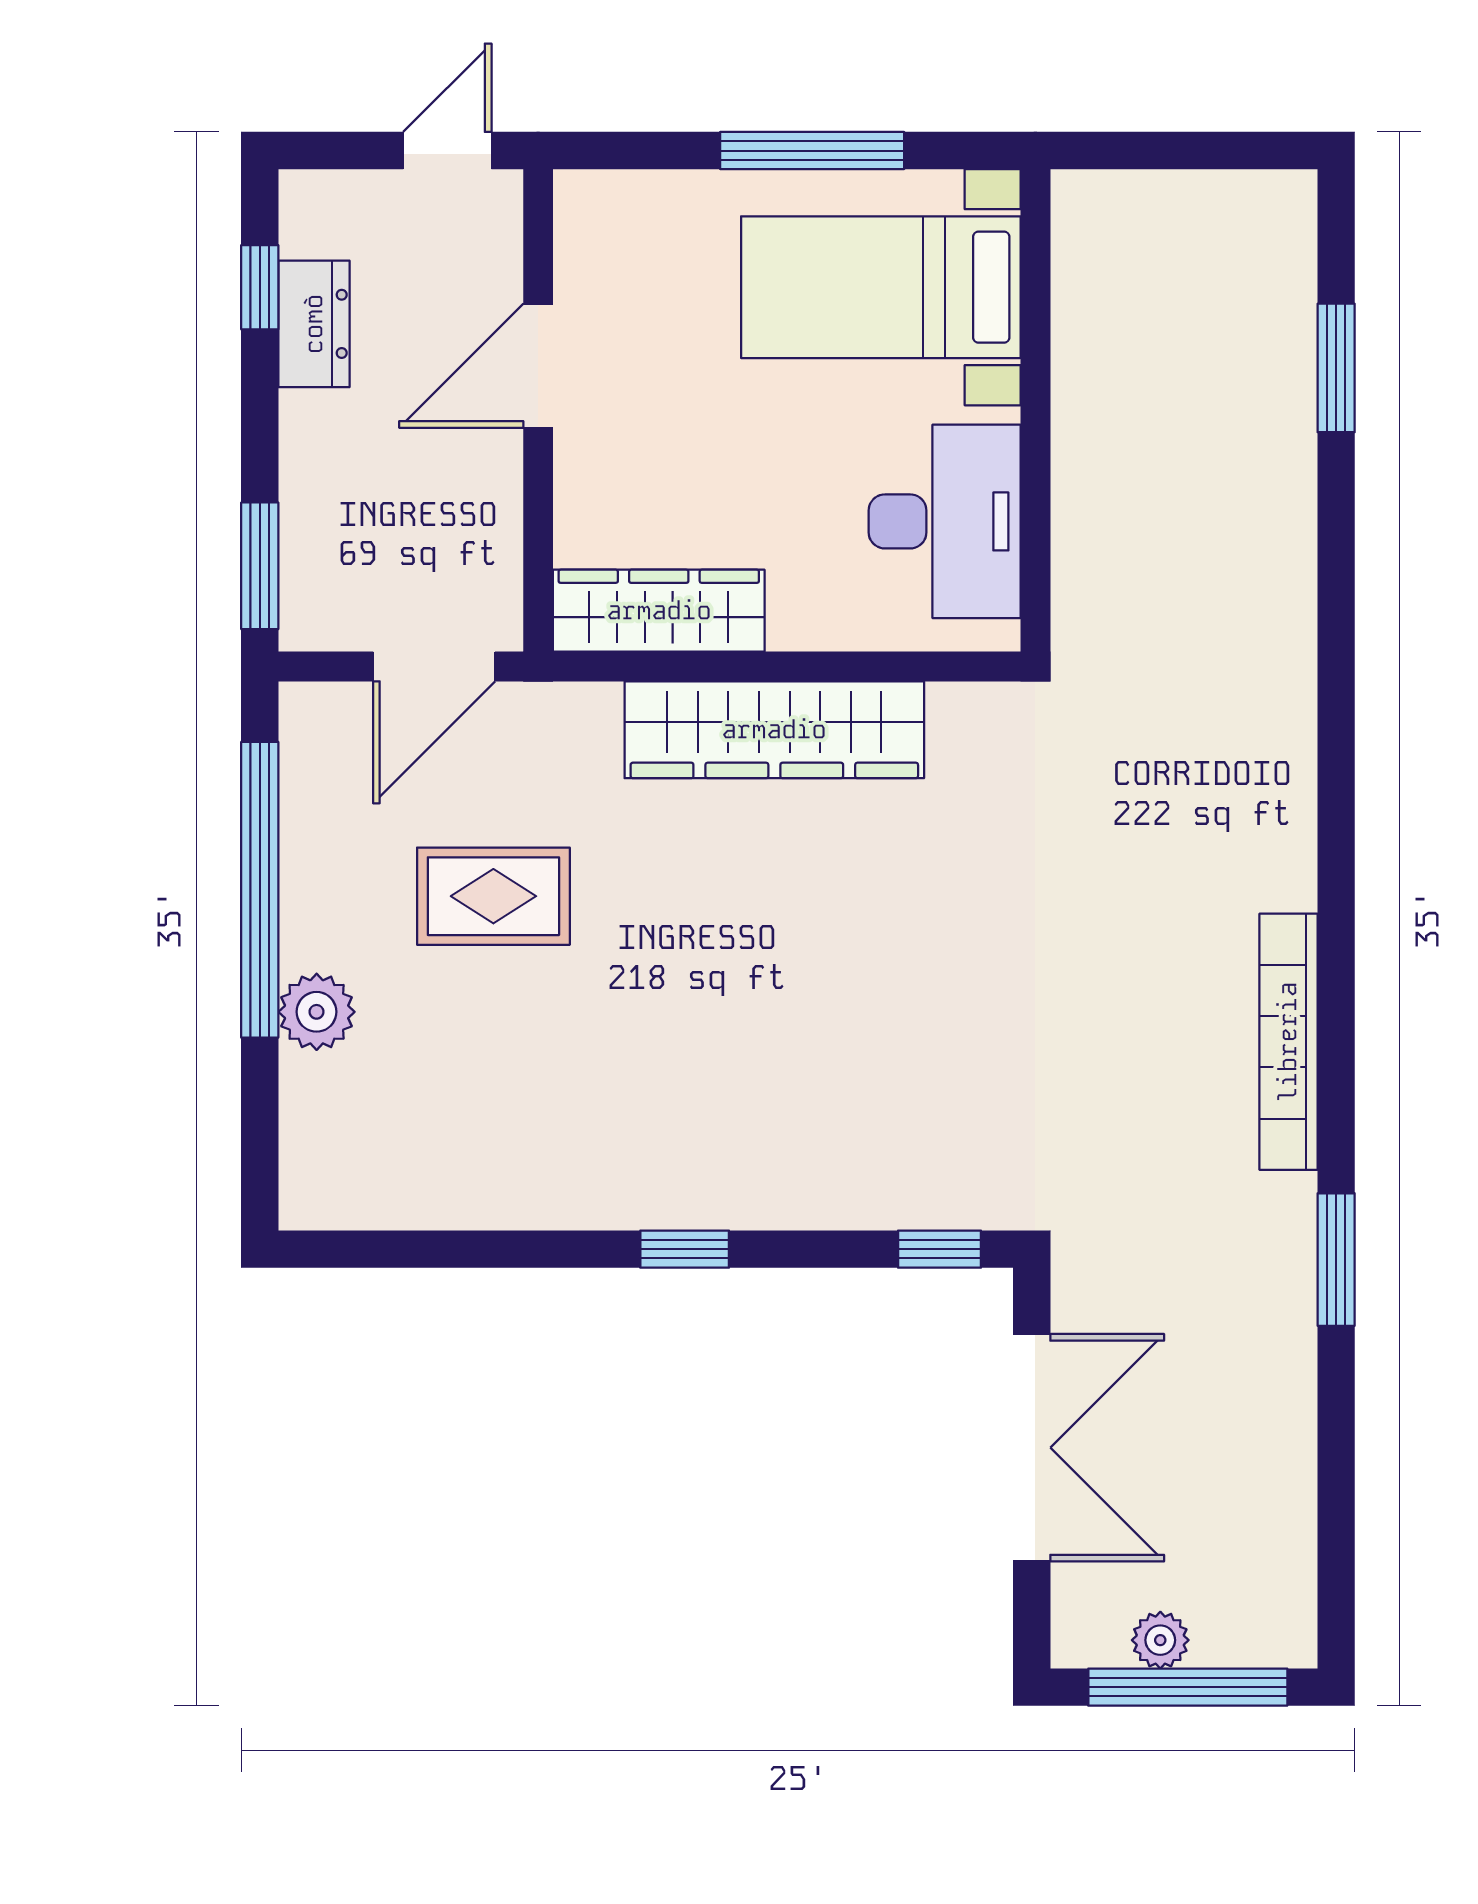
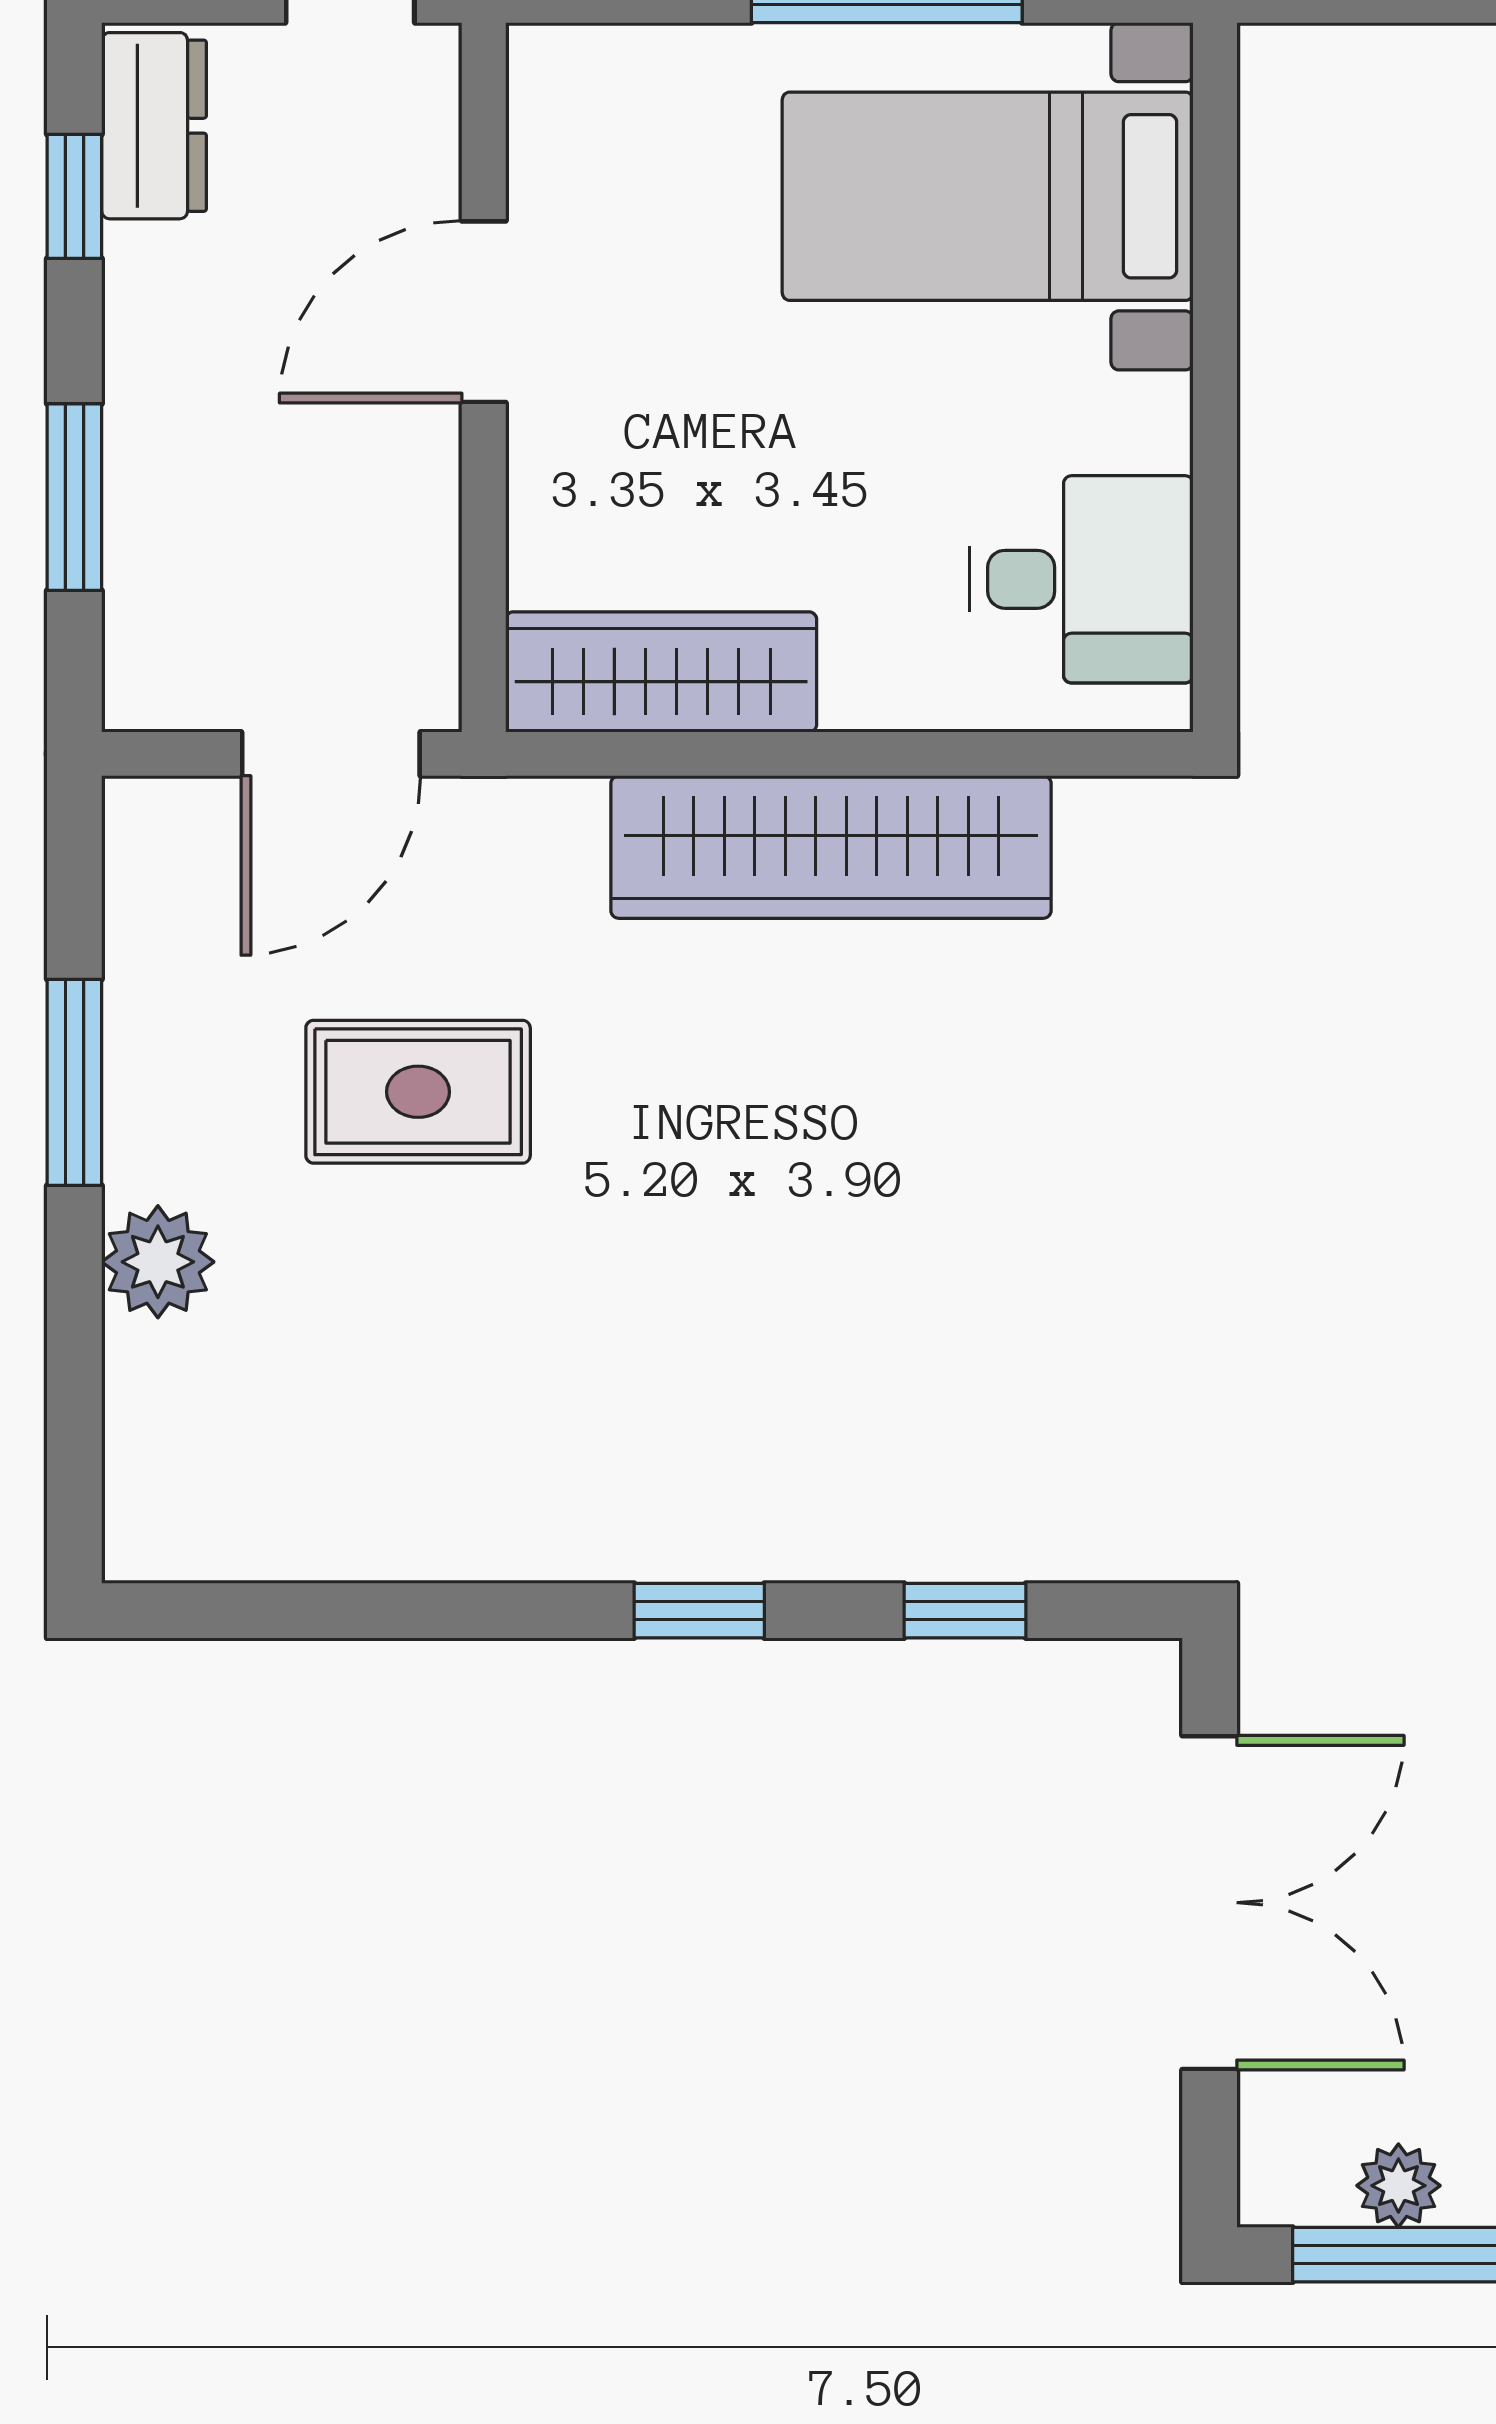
dresser: (314, 324) -> (154, 126), moved
desk: (945, 521) -> (1081, 579), width x0.73
window: (260, 566) -> (74, 497), moved
window: (260, 890) -> (74, 1082), width x0.47
window: (940, 1249) -> (965, 1611), moved

